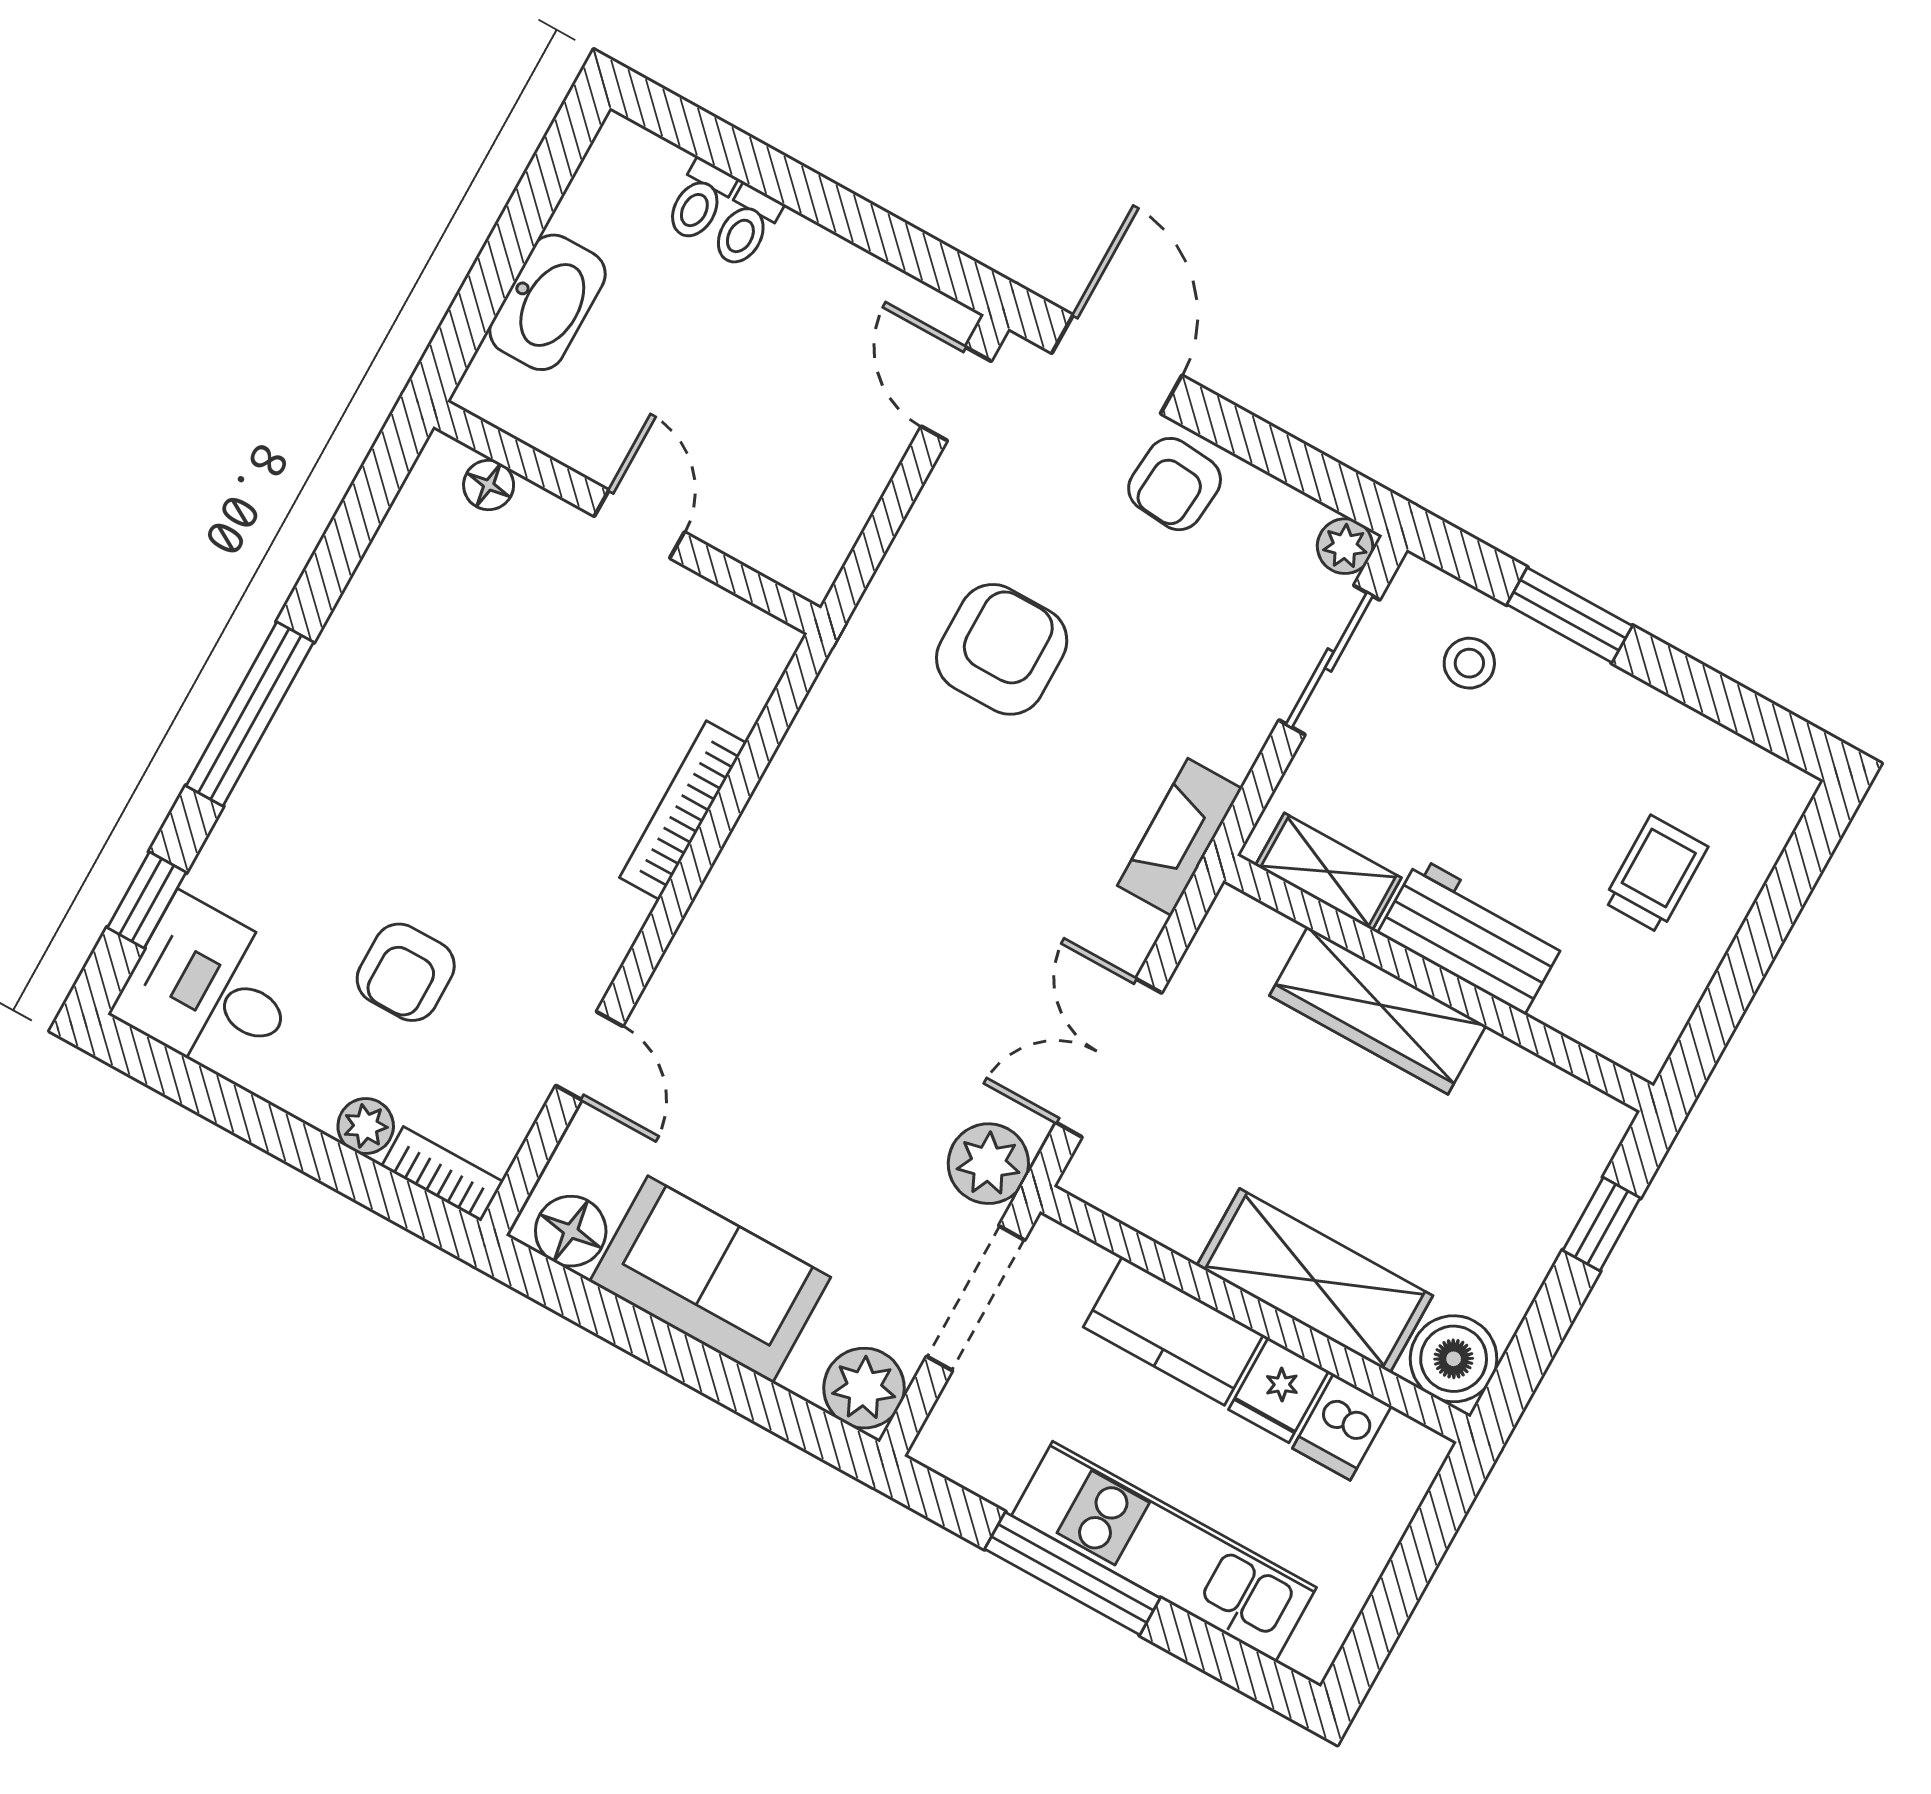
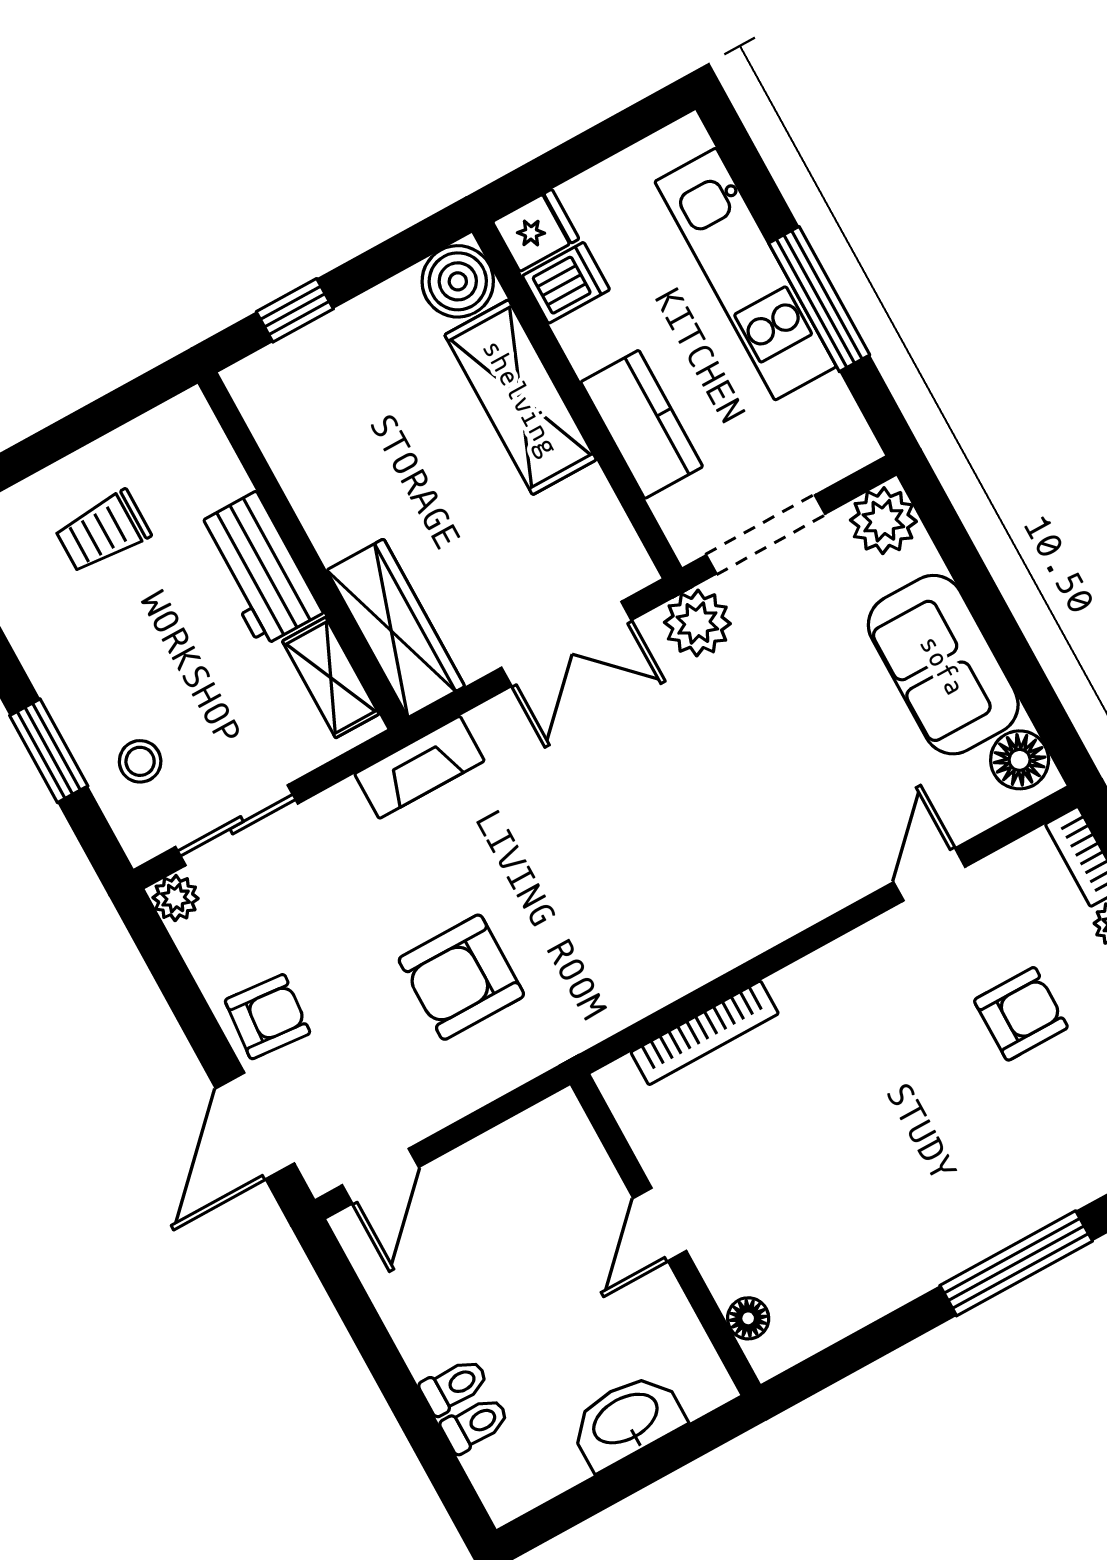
bookcase: (683, 810) -> (705, 1033), moved
wardrobe: (1378, 1011) -> (396, 628), moved
fridge: (1279, 1390) -> (536, 230), moved

